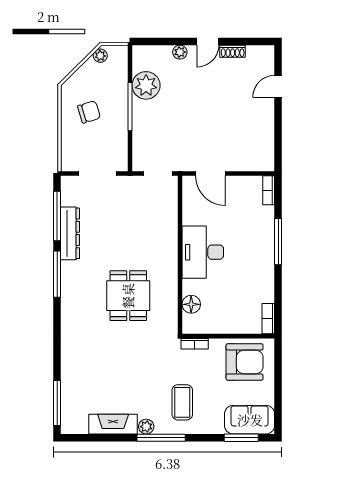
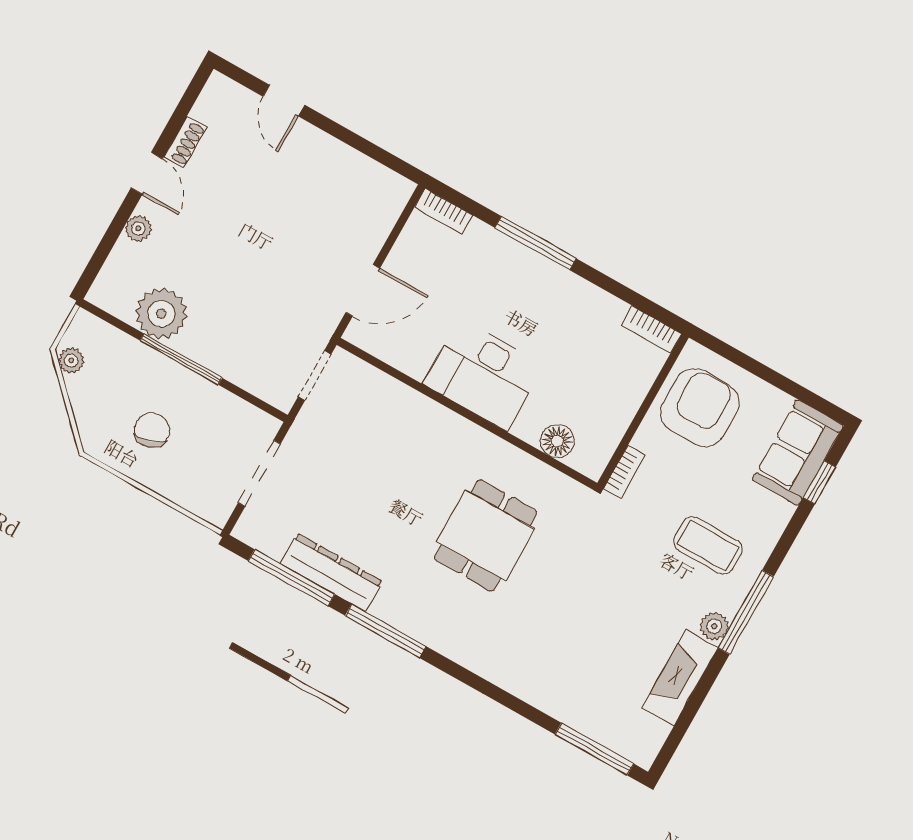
dining table: (128, 296) -> (486, 535), turned 90
window: (241, 438) -> (819, 482), width x0.67

